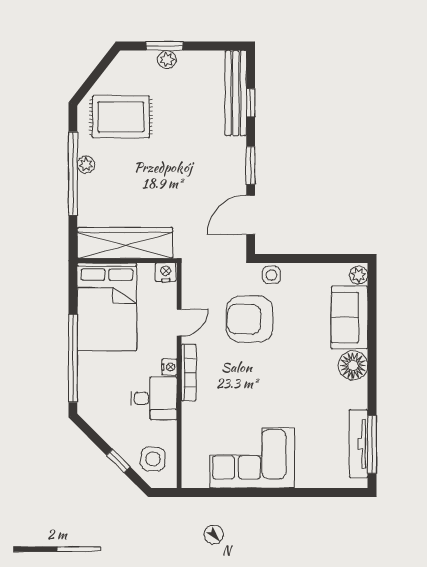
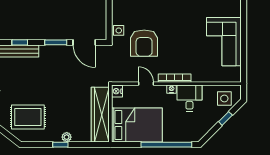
rug: (121, 117) -> (28, 117), turned 90
plant: (86, 165) -> (67, 137), moved
window: (73, 173) -> (60, 145), width x0.32

